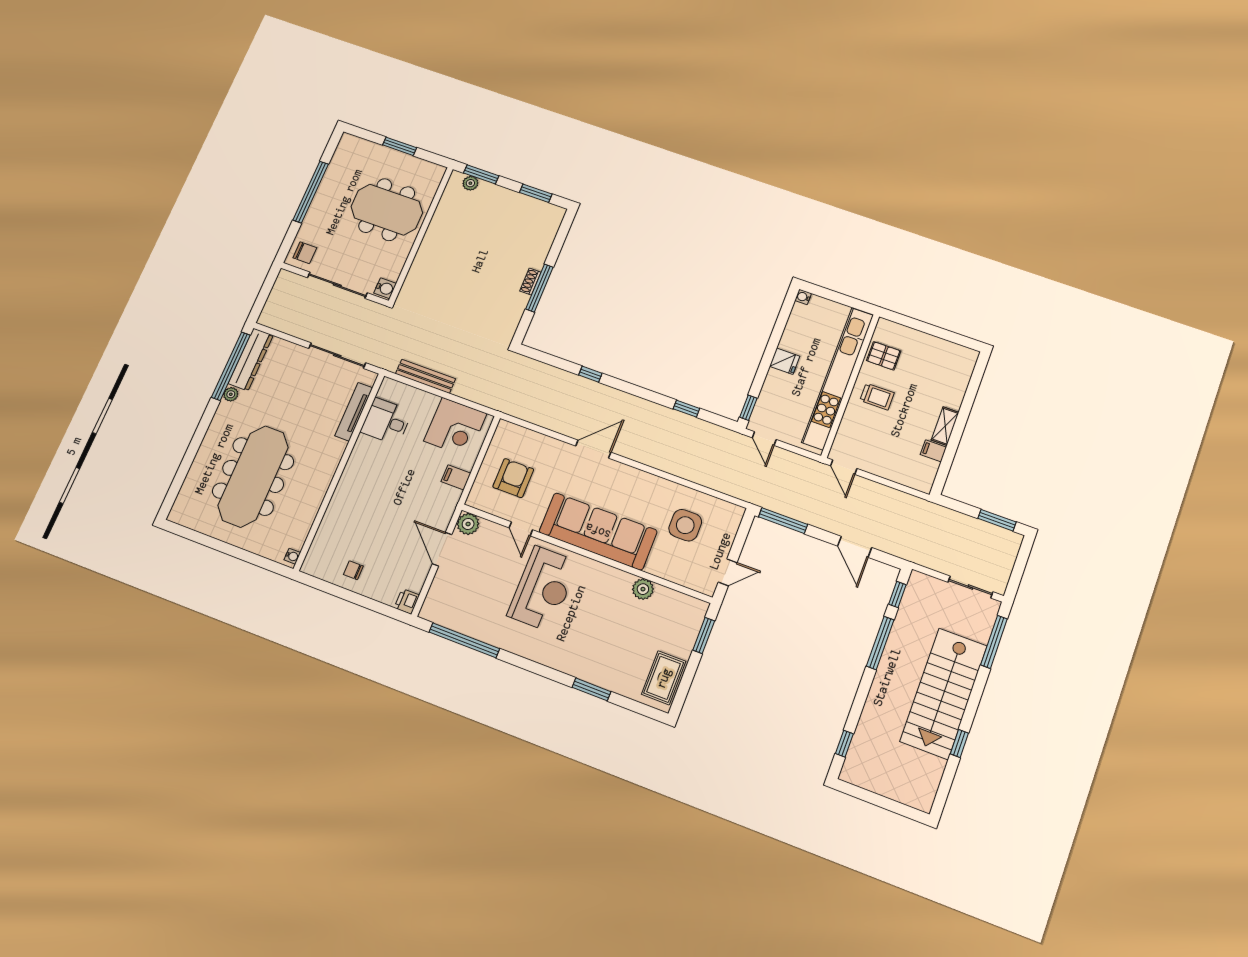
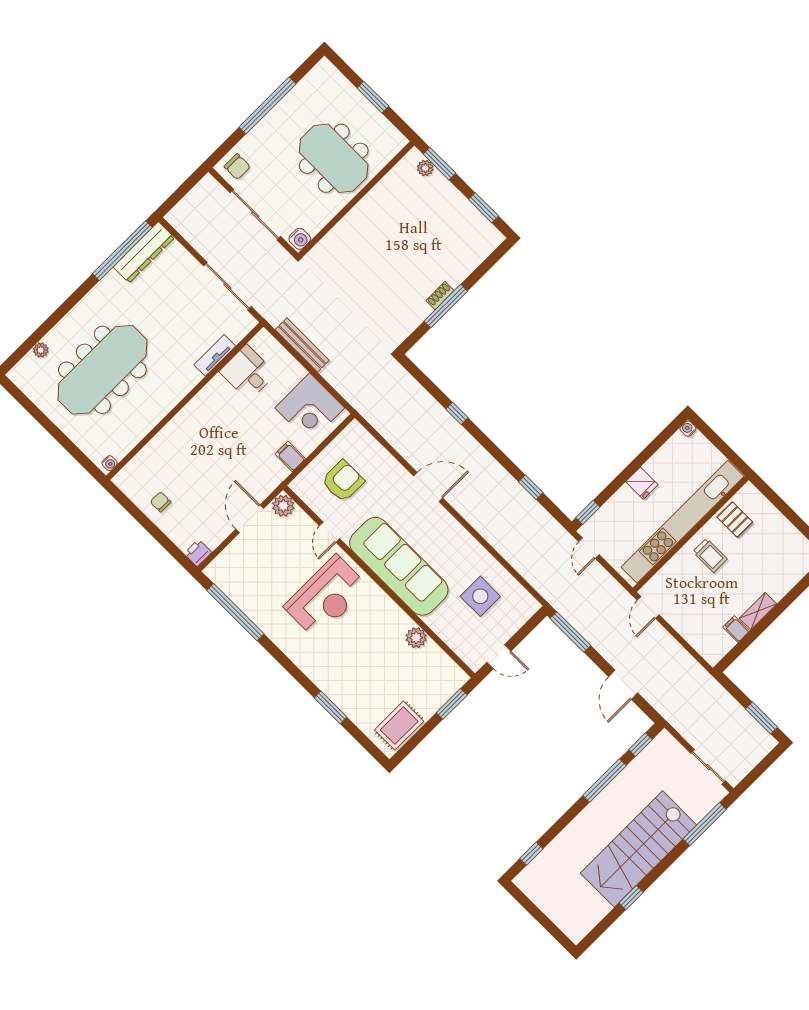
plant: (231, 394) -> (41, 350), moved
tv unit: (354, 412) -> (215, 355), width x0.71

